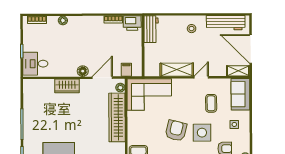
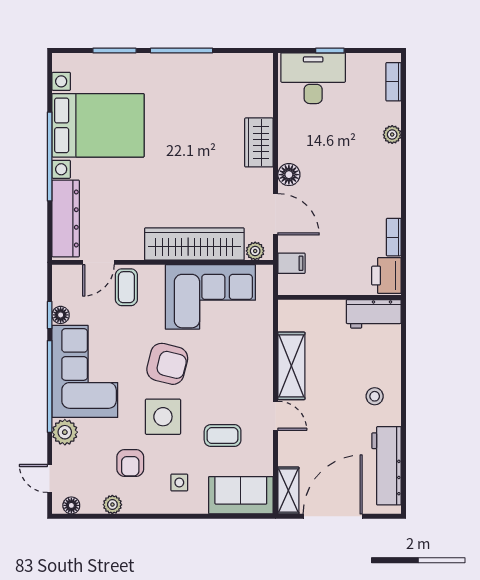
desk: (35, 64) -> (313, 78), width x1.37
corner sofa: (149, 94) -> (210, 297), moved, turned -90

